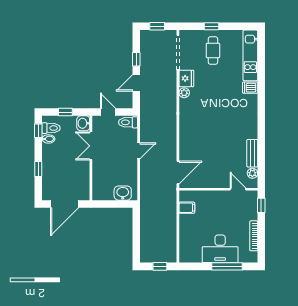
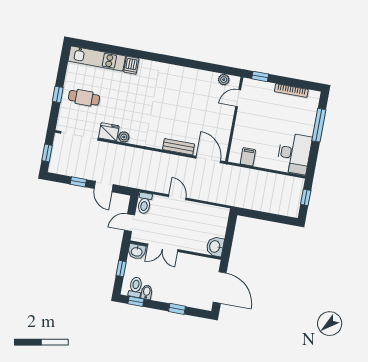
bench: (252, 153) -> (178, 147), moved
washbasin: (123, 193) -> (215, 247), moved
desk: (220, 249) -> (294, 153), moved

